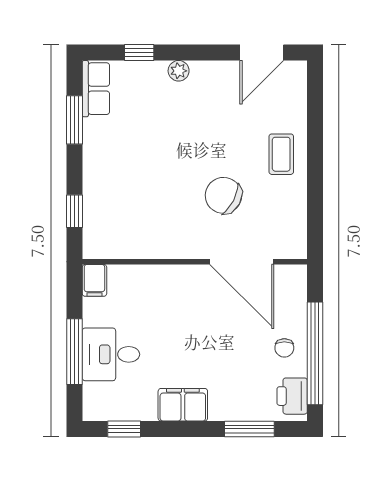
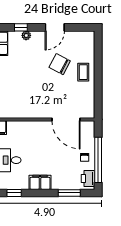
door: (262, 53) -> (55, 27), moved
plant: (179, 71) -> (26, 35), moved
chair: (223, 195) -> (60, 64), moved

